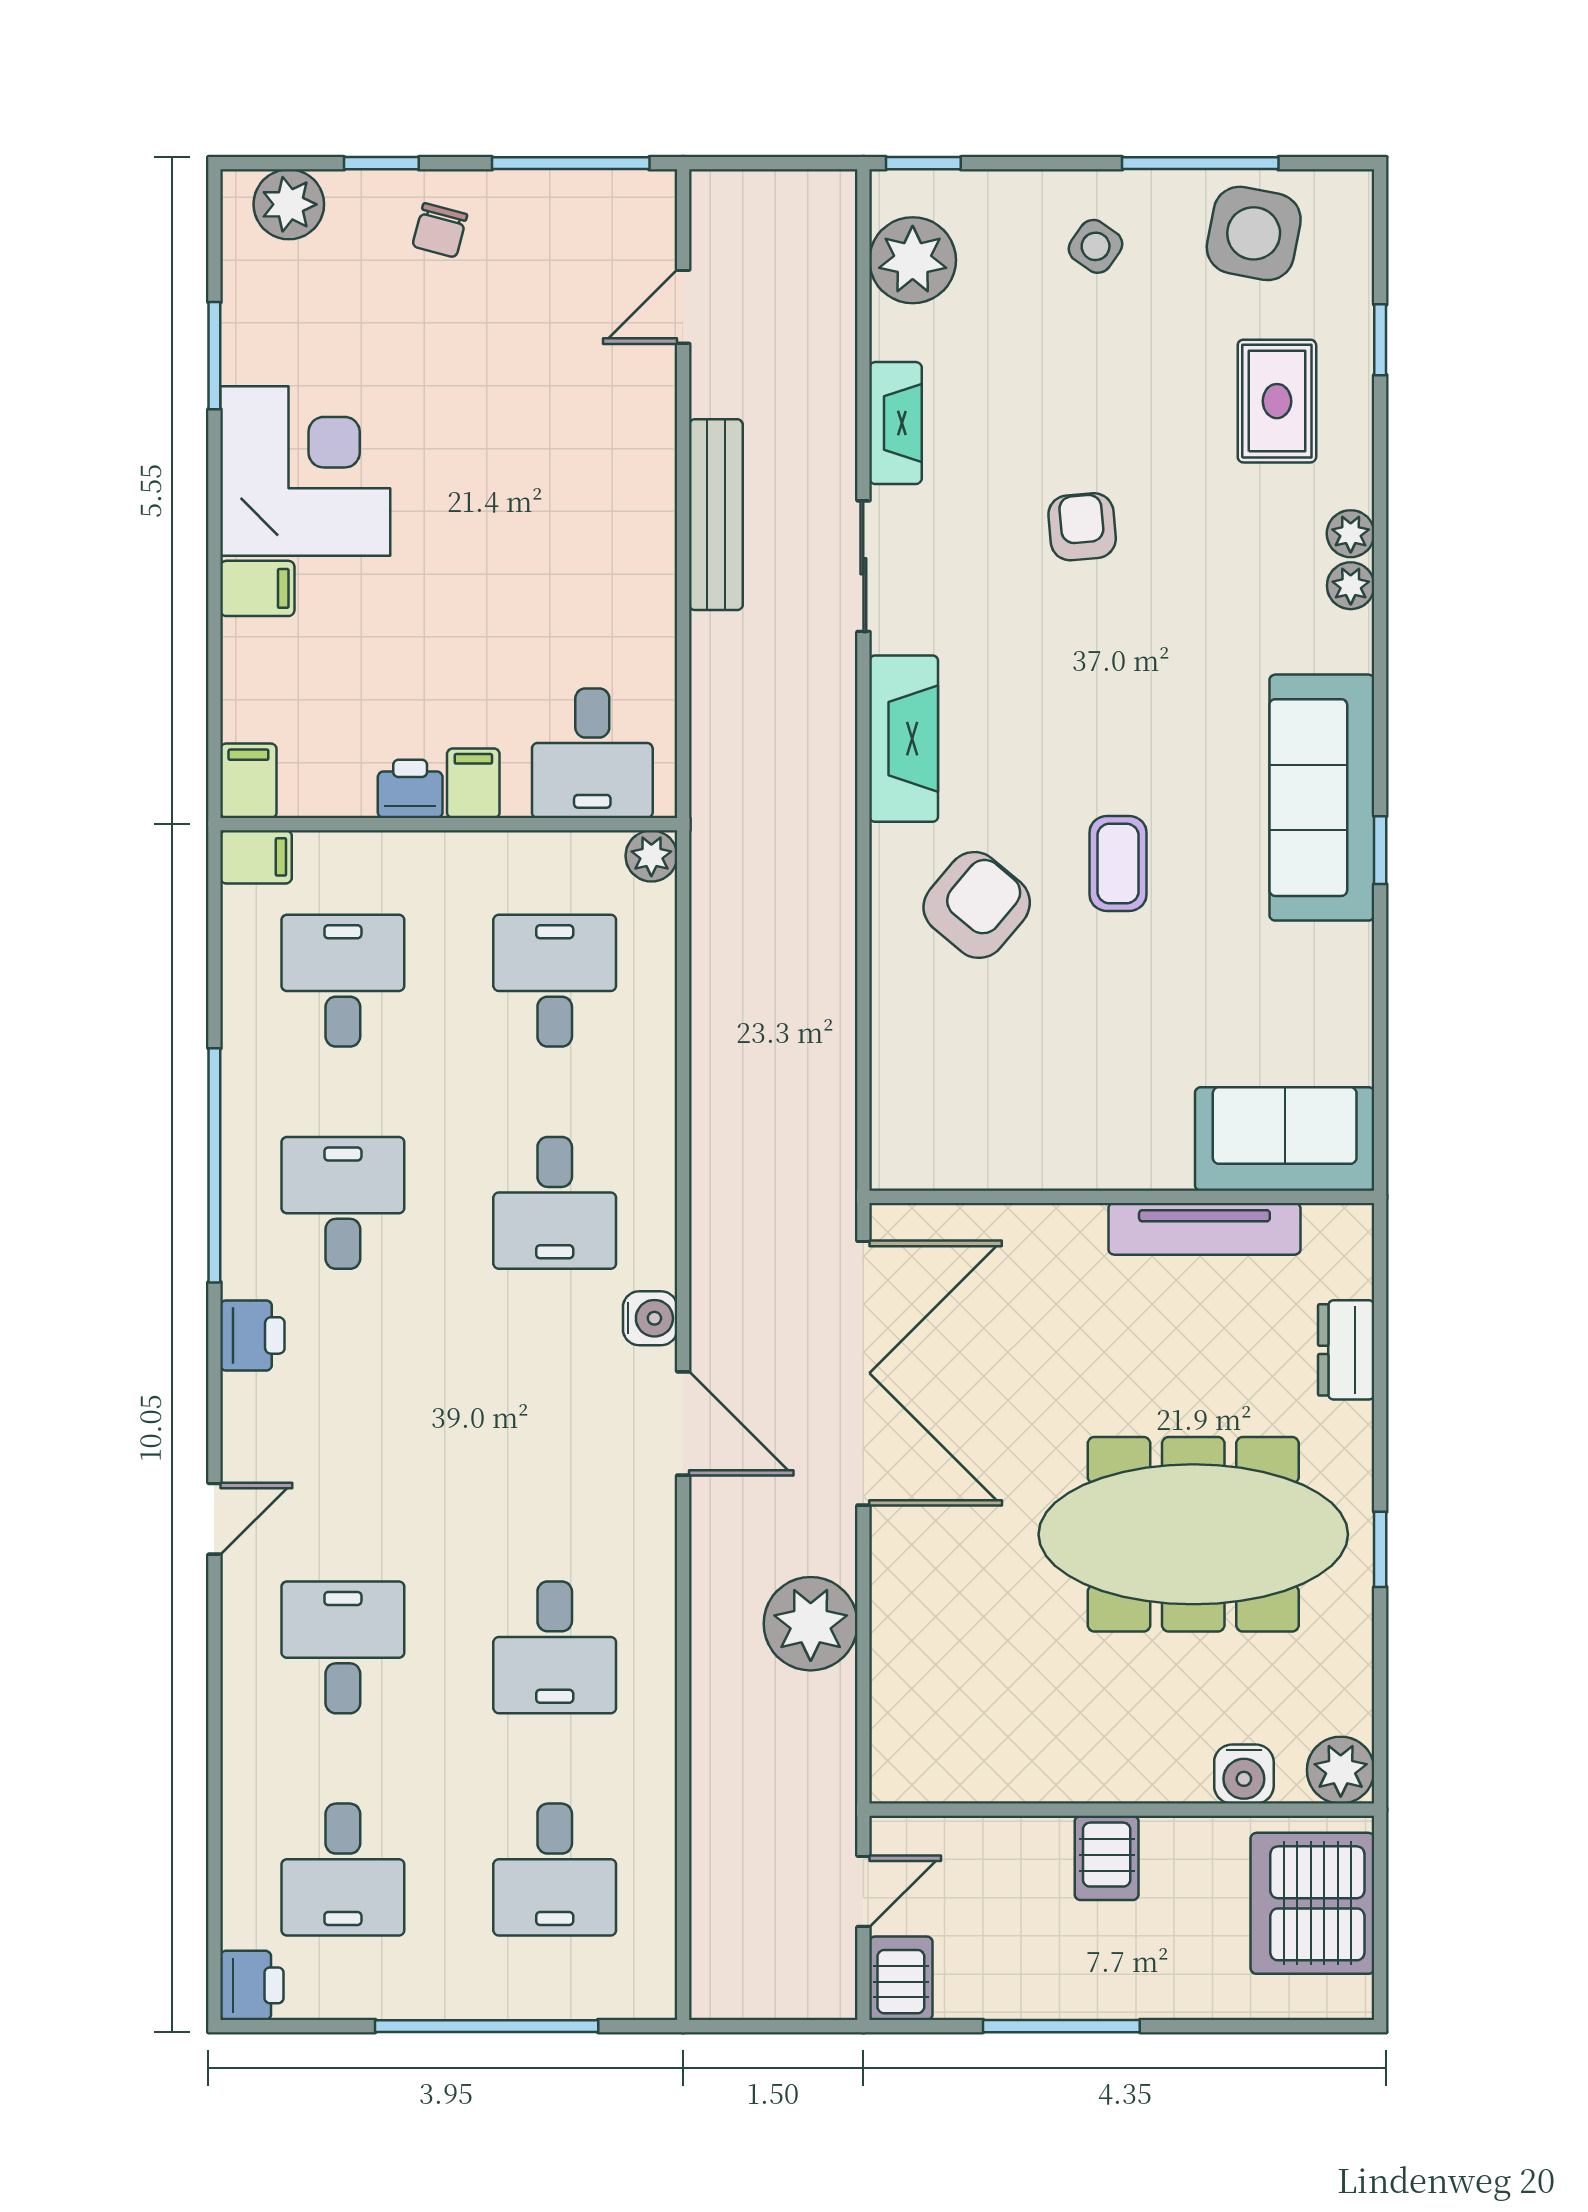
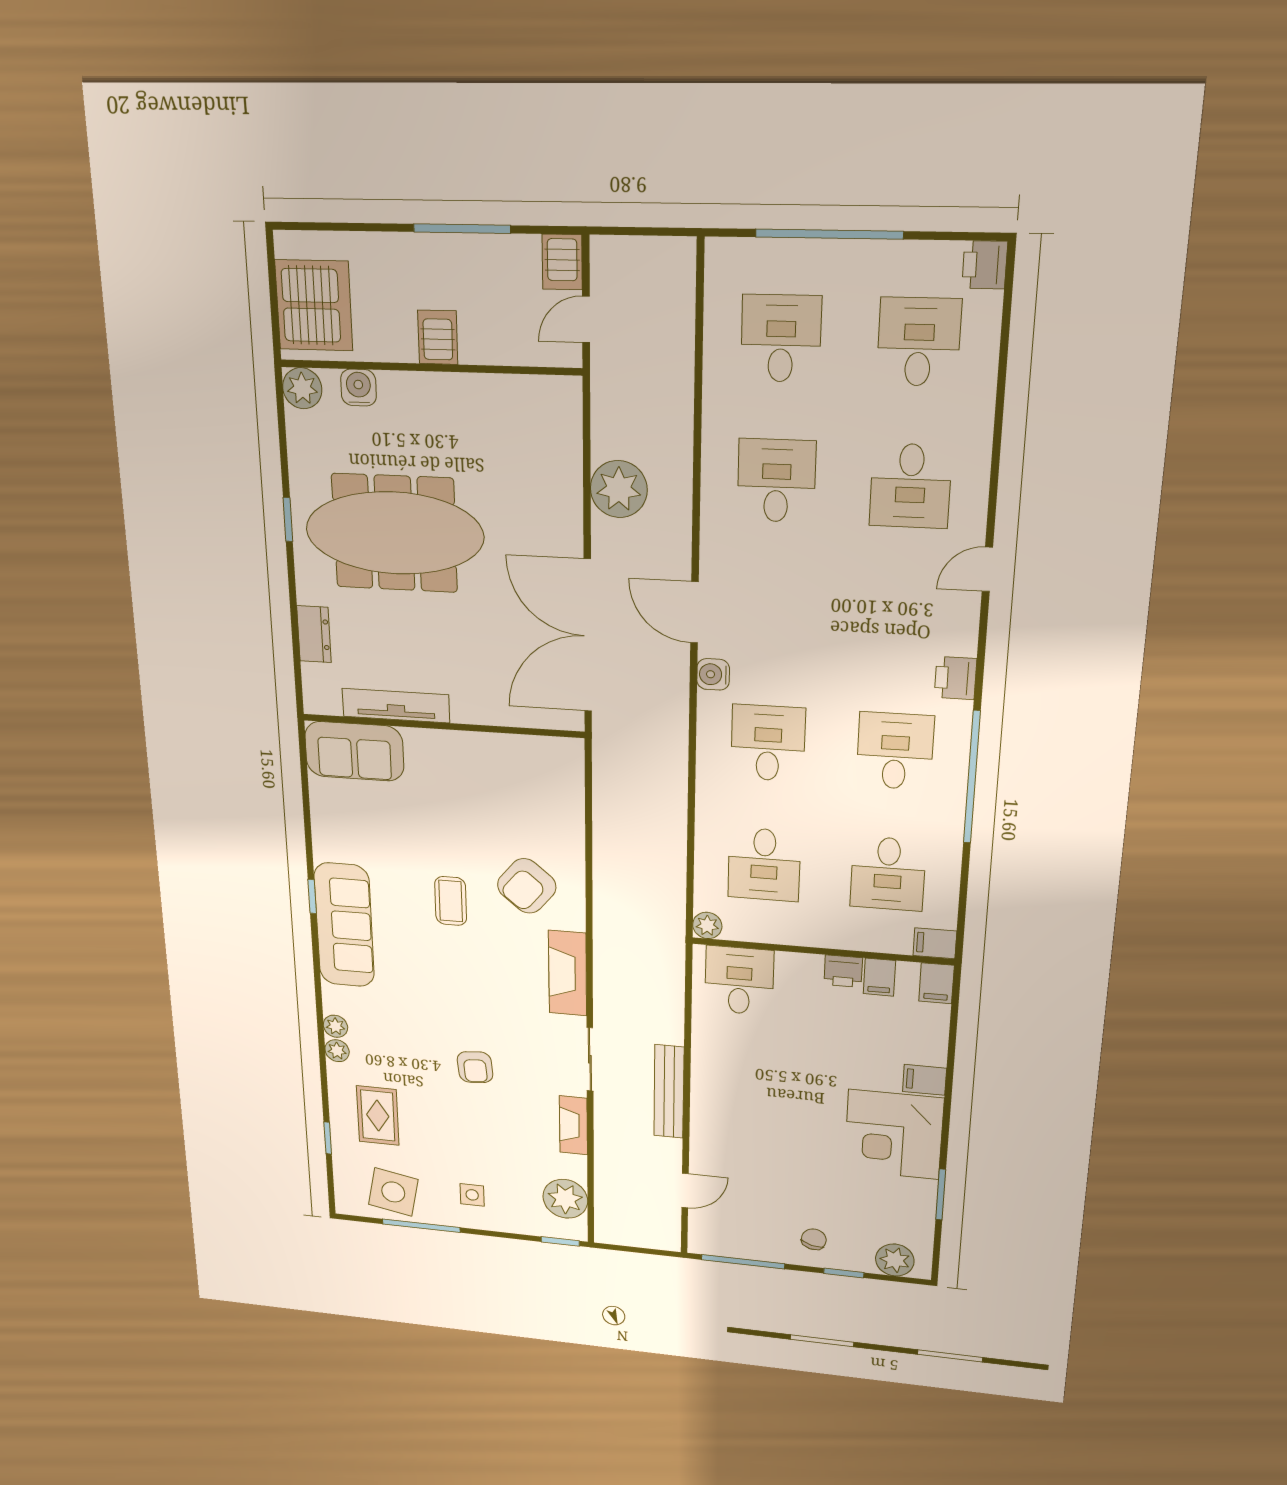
side table: (1096, 246) -> (472, 1195), turned -35
filing cabinet: (473, 783) -> (879, 977), moved
desk: (343, 1203) -> (895, 751), turned 180

